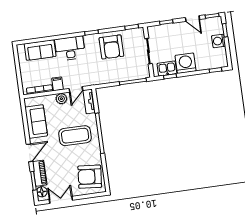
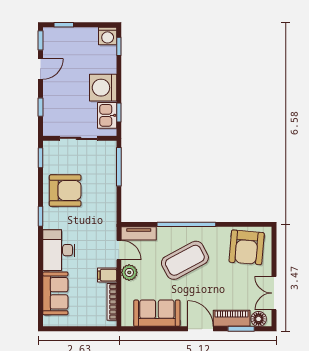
washing machine: (219, 41) -> (108, 36), moved
coffee table: (75, 136) -> (185, 260), turned 62

